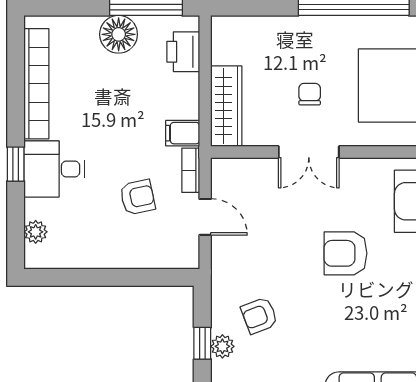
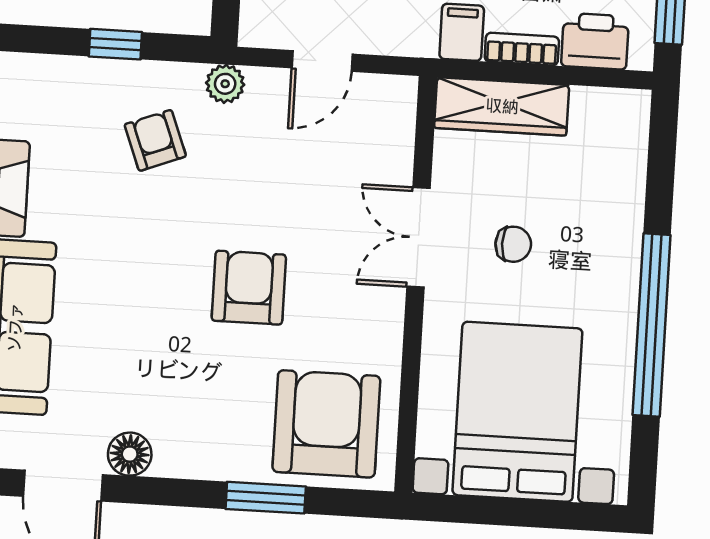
bookcase: (191, 170) -> (522, 49), moved
plant: (222, 346) -> (225, 84), moved

